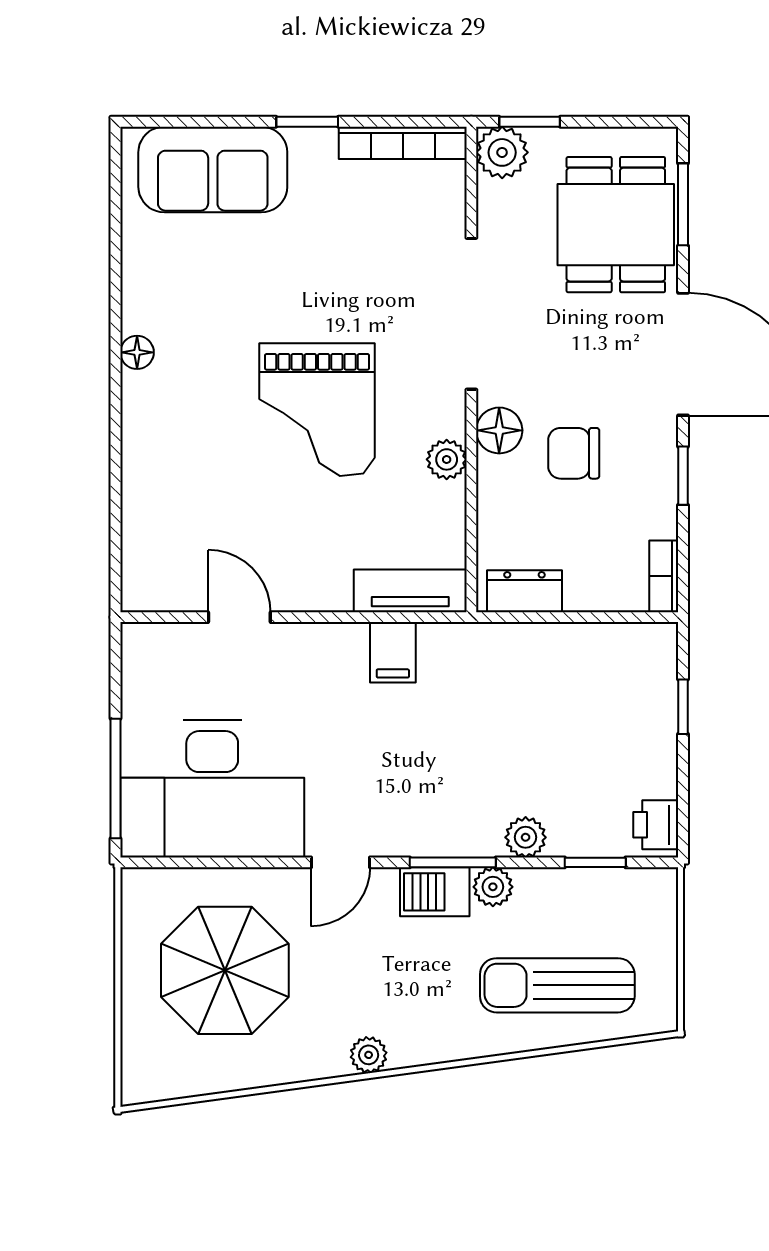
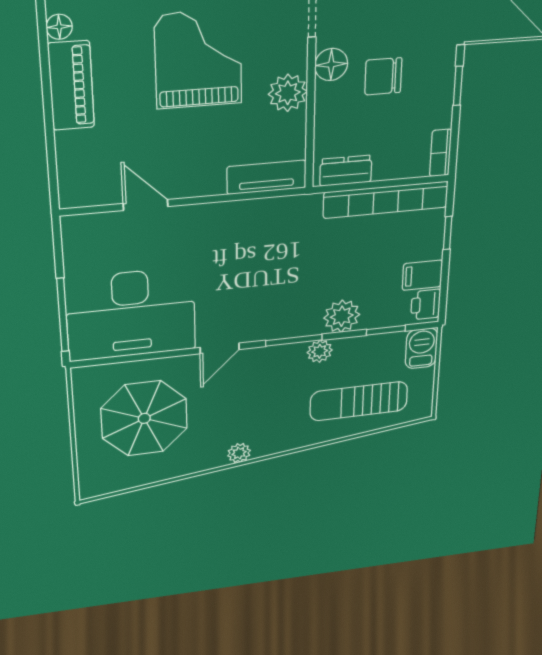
grand piano: (317, 410) -> (198, 59), turned 180
piano: (148, 434) -> (71, 86), added
plant: (447, 459) -> (288, 93), width x1.38, depth x1.38
bookcase: (586, 643) -> (386, 200), added
filing cabinet: (393, 652) -> (422, 275), moved, turned 90
plant: (526, 837) -> (342, 316), width x1.38, depth x1.38
barbecue: (435, 892) -> (421, 348), moved, turned 90

